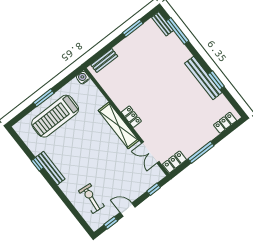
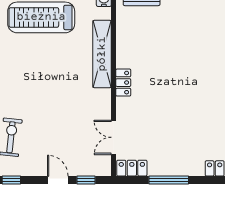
shelving: (119, 125) -> (102, 54), moved
door: (128, 210) -> (58, 180), moved

